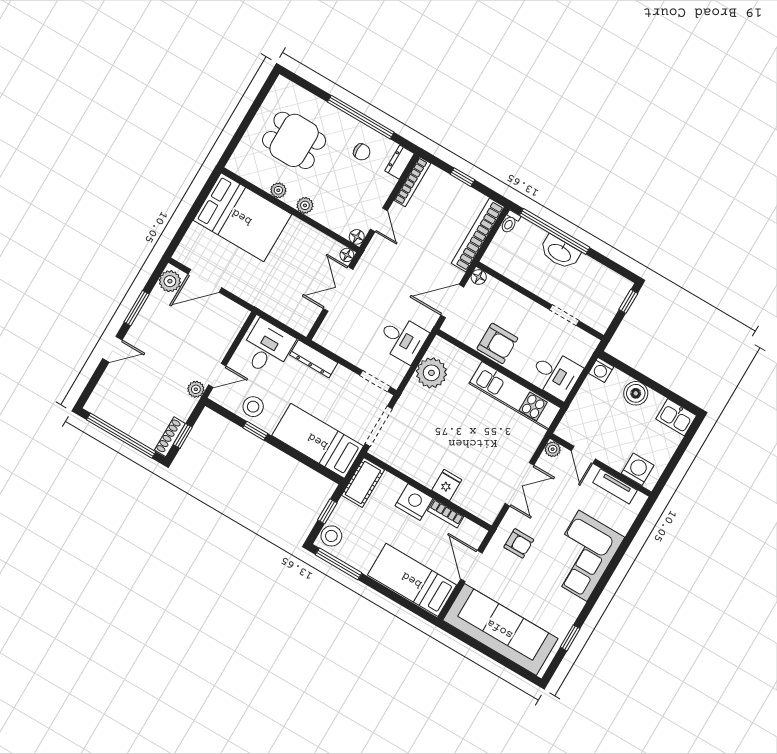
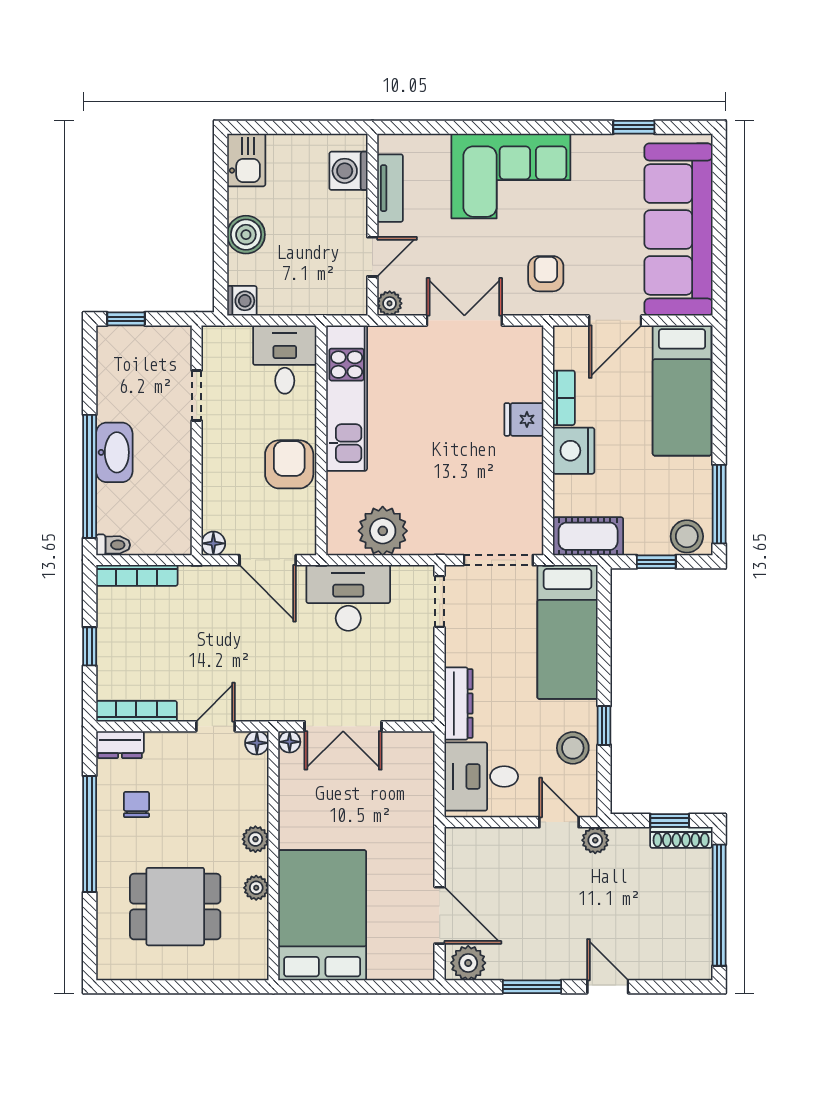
dining table: (294, 140) -> (175, 907), turned 90
bookcase: (478, 235) -> (137, 575), width x0.68, depth x0.76
desk: (403, 339) -> (348, 598), width x1.37

